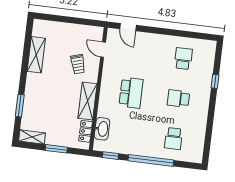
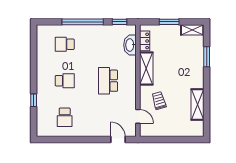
school desk: (173, 138) -> (65, 44), turned -90

